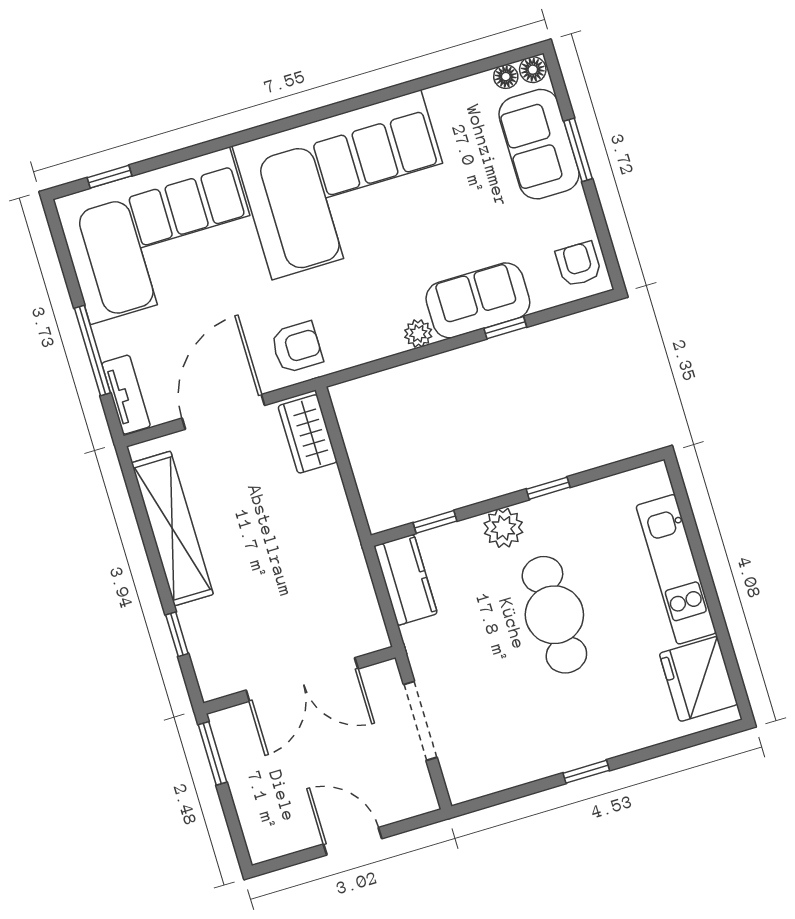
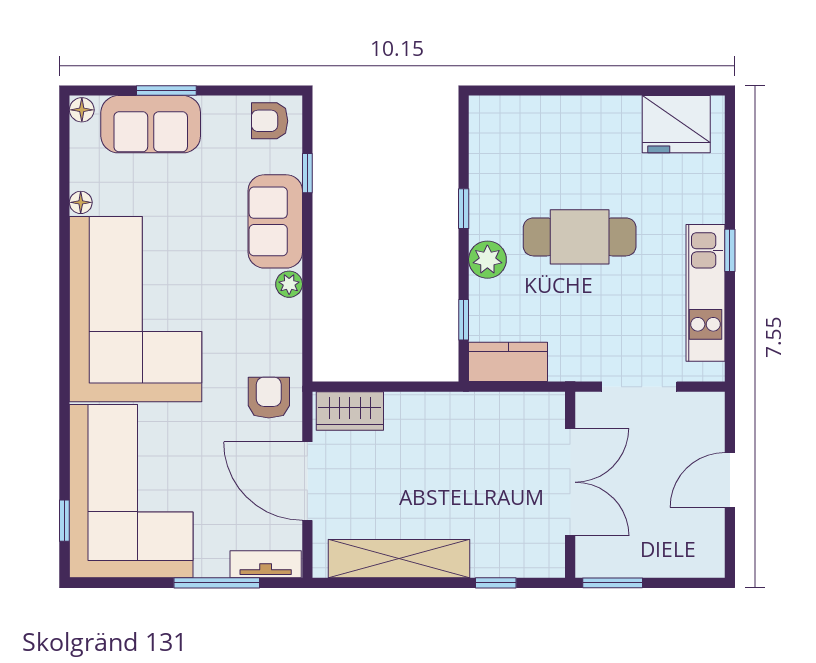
floor lamp: (506, 77) -> (81, 202), moved
window: (505, 328) -> (307, 173), moved
kitchen unit: (676, 569) -> (706, 293), moved, turned 90

